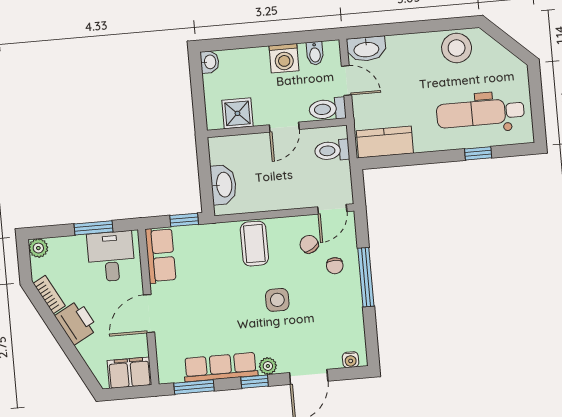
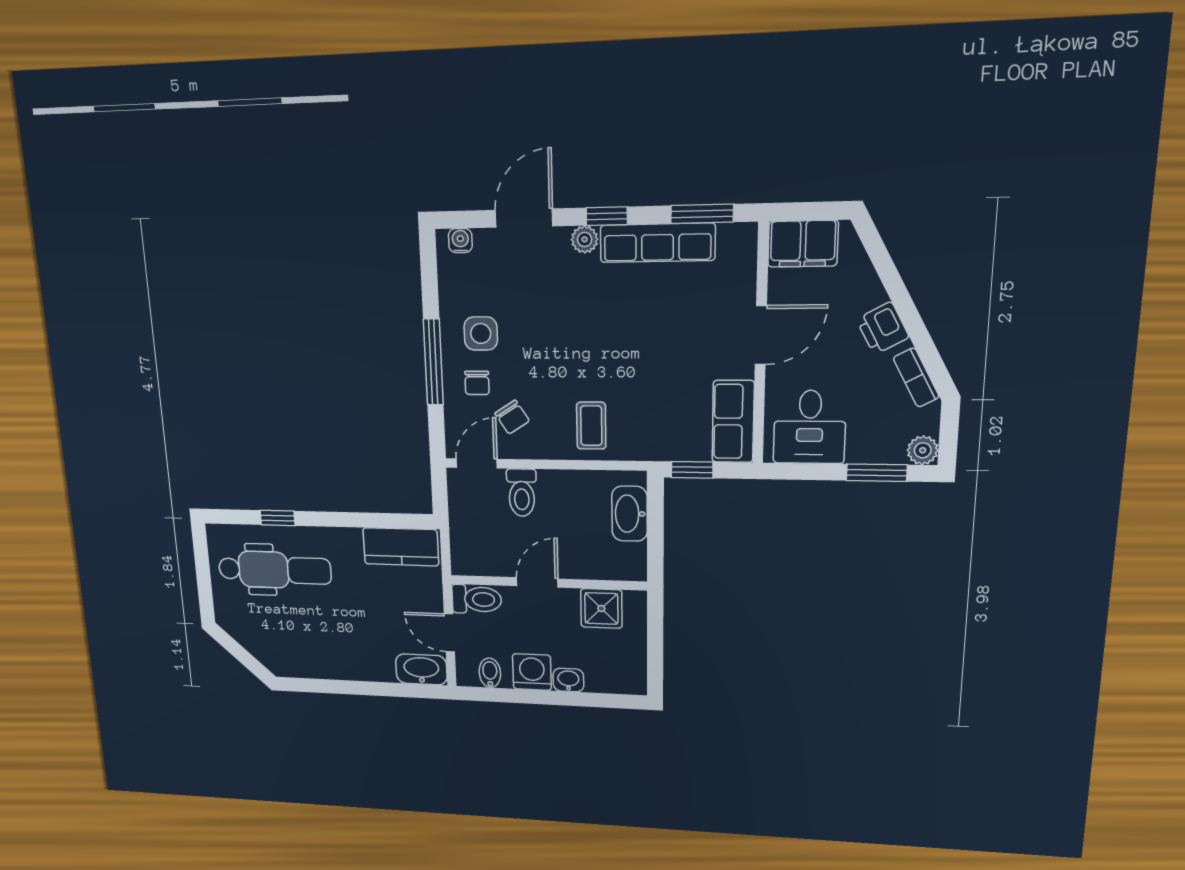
stool: (457, 48) -> (305, 655), removed
washbasin: (210, 62) -> (568, 680), moved, turned 90
toilet: (332, 150) -> (522, 493), moved, turned 90
window: (93, 228) -> (877, 473), moved
coffee table: (254, 244) -> (591, 426), width x0.73, depth x0.77
chair: (335, 266) -> (477, 383), turned 180
side table: (277, 300) -> (481, 333), moved
printer: (76, 322) -> (883, 328), width x0.73, depth x0.81

